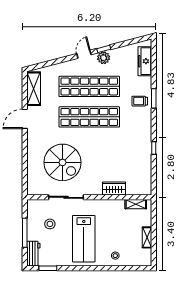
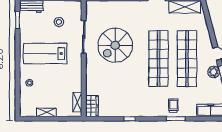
spiral stairs: (63, 162) -> (115, 45), moved
wardrobe: (114, 188) -> (92, 106), moved

